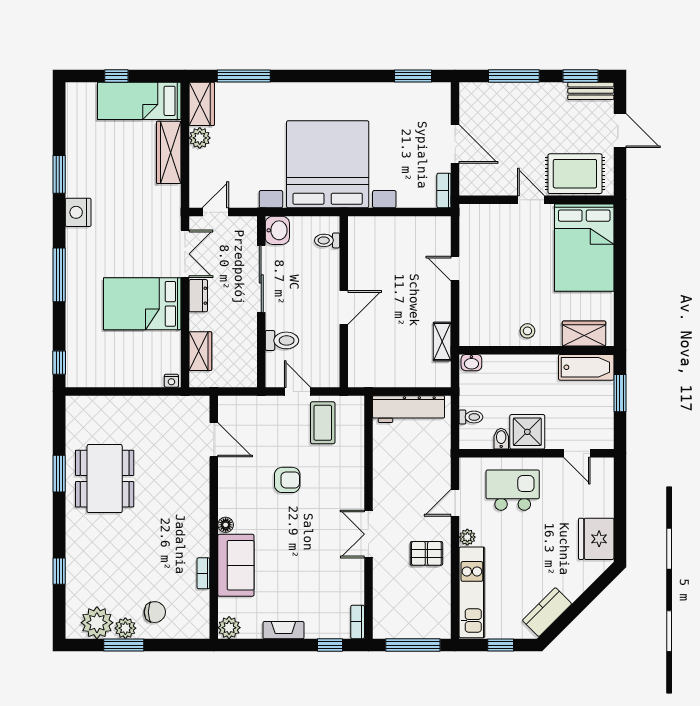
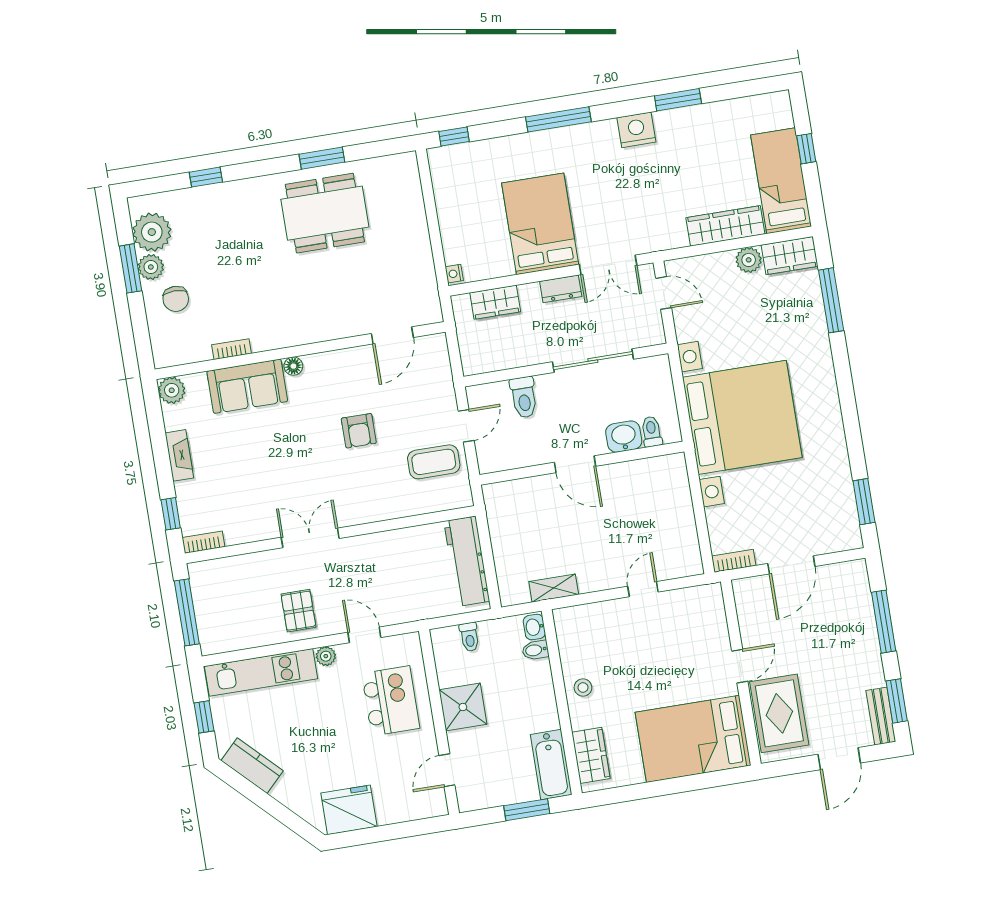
washbasin: (277, 230) -> (624, 437), moved, turned 180
bidet: (501, 439) -> (535, 650), moved, turned 180

